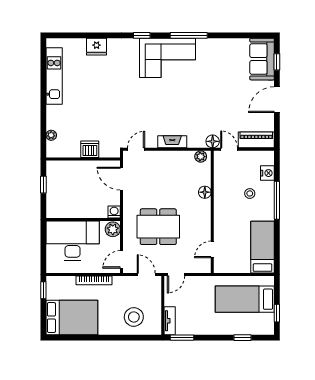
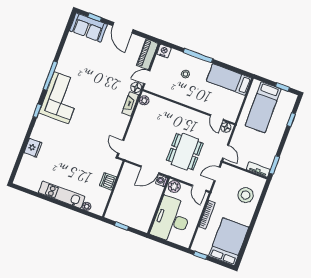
kitchen unit: (54, 76) -> (62, 195), moved
fireplace: (172, 142) -> (130, 104), moved
nightstand: (267, 173) -> (164, 51), moved
door: (122, 179) -> (150, 170), moved
floor lamp: (205, 192) -> (226, 127), moved

